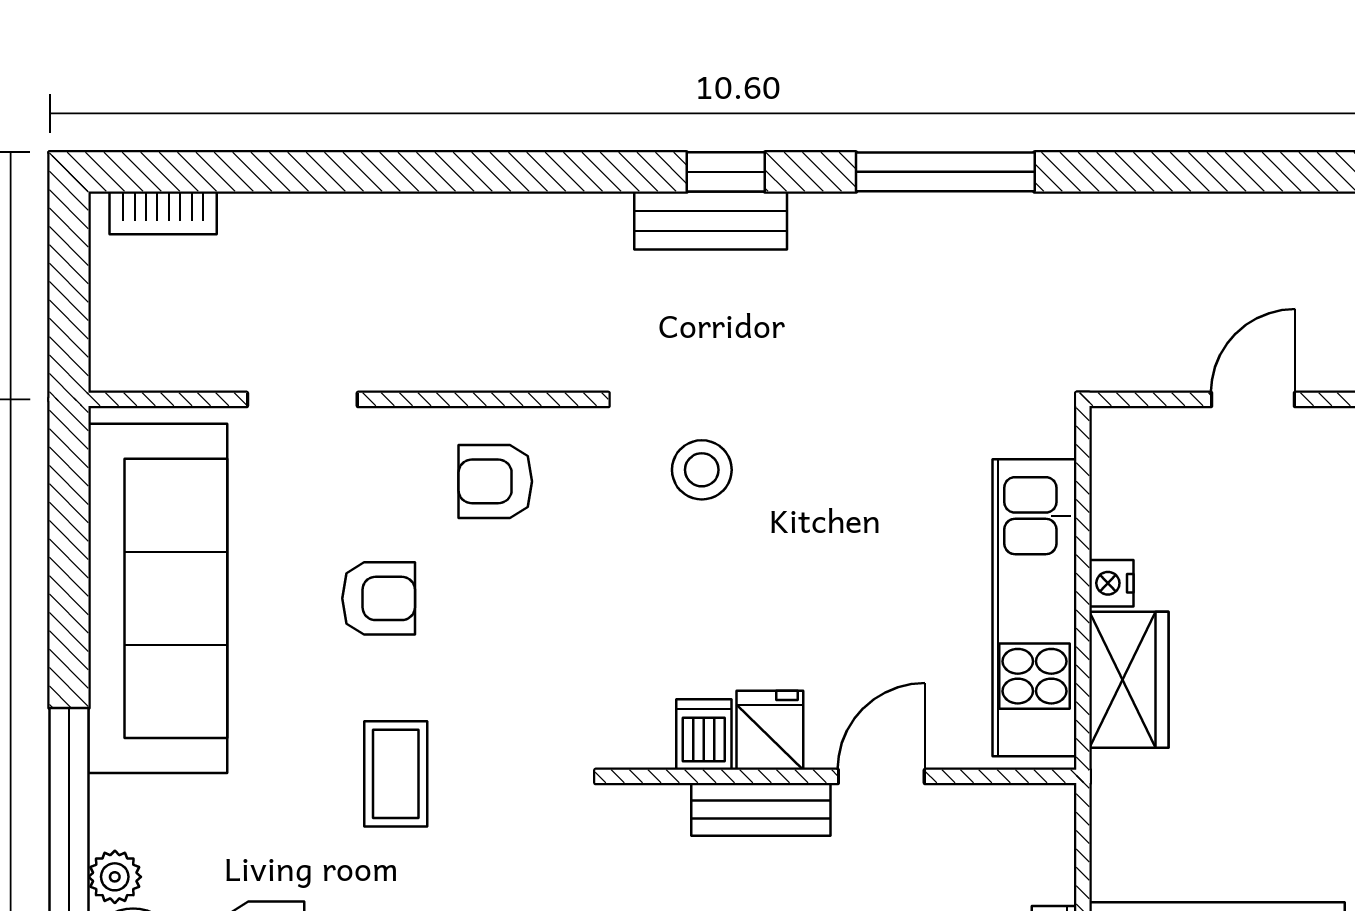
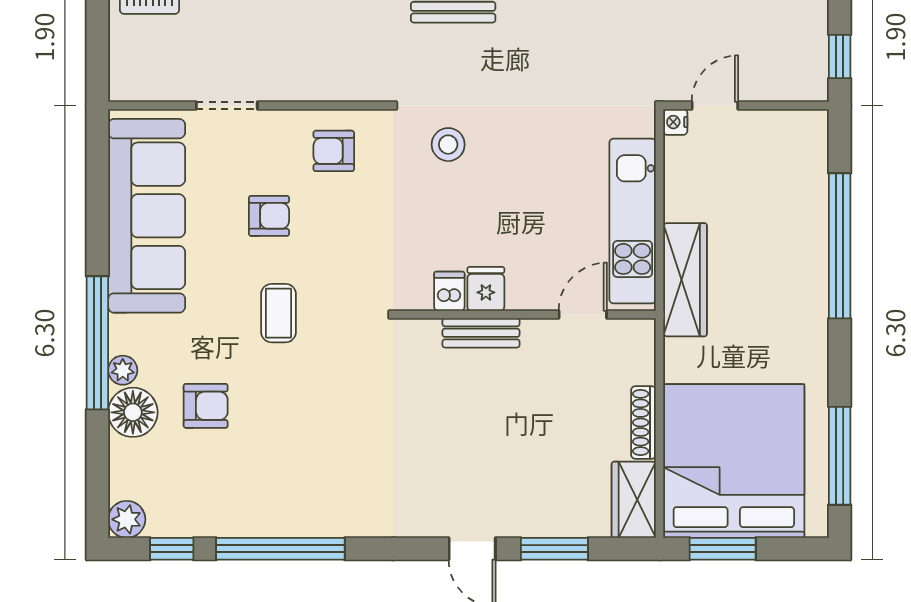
door: (1253, 399) -> (715, 106), moved
nightstand: (1111, 583) -> (675, 122), moved
wardrobe: (1129, 680) -> (685, 280), width x1.50
door: (881, 776) -> (583, 314), moved

